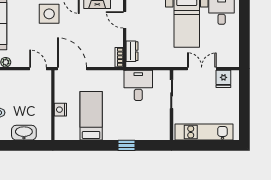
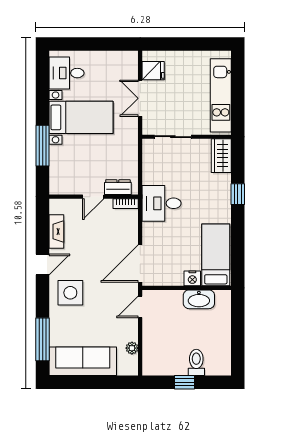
door: (125, 20) -> (93, 197), moved
desk: (138, 85) -> (162, 203), moved
bed: (91, 116) -> (216, 255), moved, turned 90
wardrobe: (157, 132) -> (221, 156), added
washbasin: (24, 133) -> (199, 299), moved, turned -90

